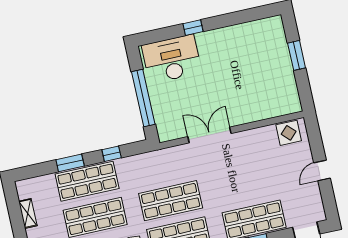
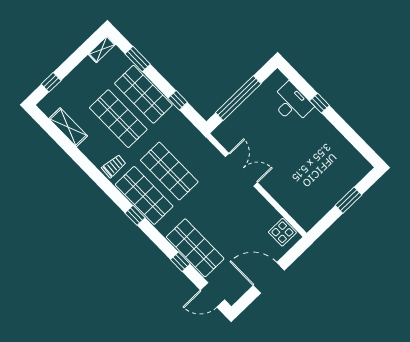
desk: (172, 59) -> (292, 103), width x0.73, depth x0.77
window: (70, 163) -> (138, 59), moved
door: (322, 170) -> (269, 278), width x1.88
shelving: (28, 213) -> (102, 49), moved

